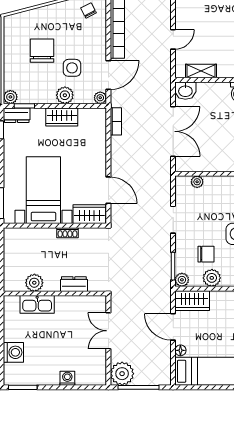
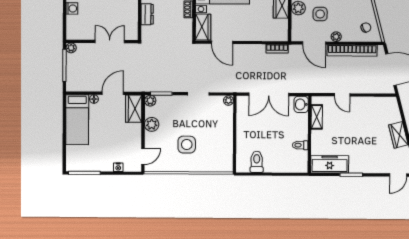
plant: (100, 98) -> (336, 37), moved
plant: (197, 182) -> (228, 100), moved
door: (108, 190) -> (222, 42), hinge flipped
chair: (206, 254) -> (171, 120), removed
plant: (122, 374) -> (71, 48), width x0.53, depth x0.53

